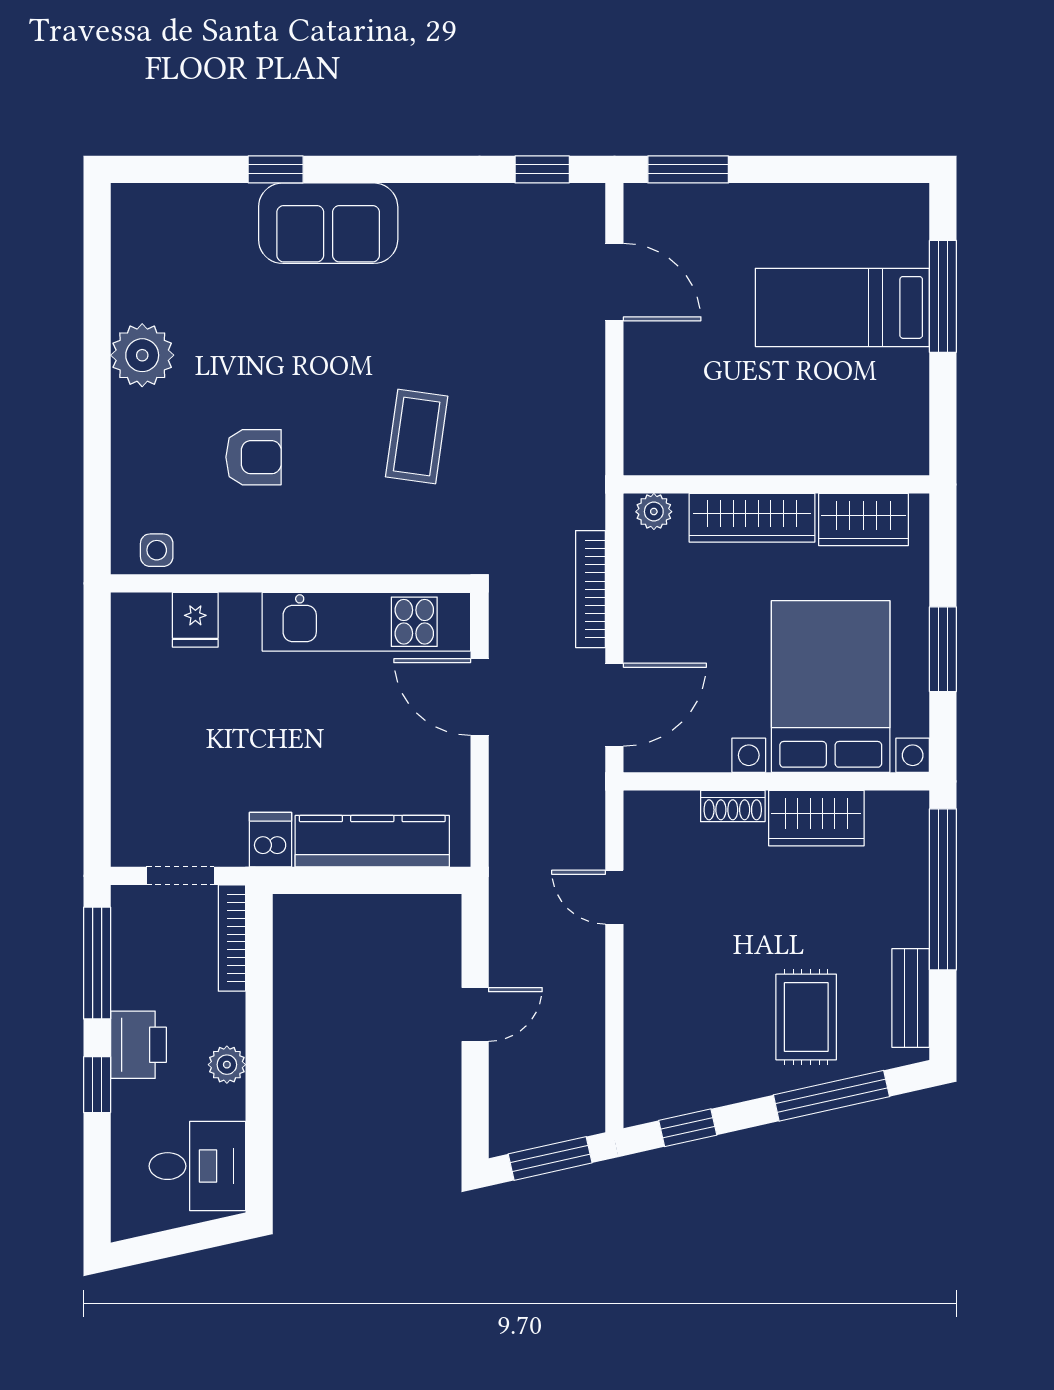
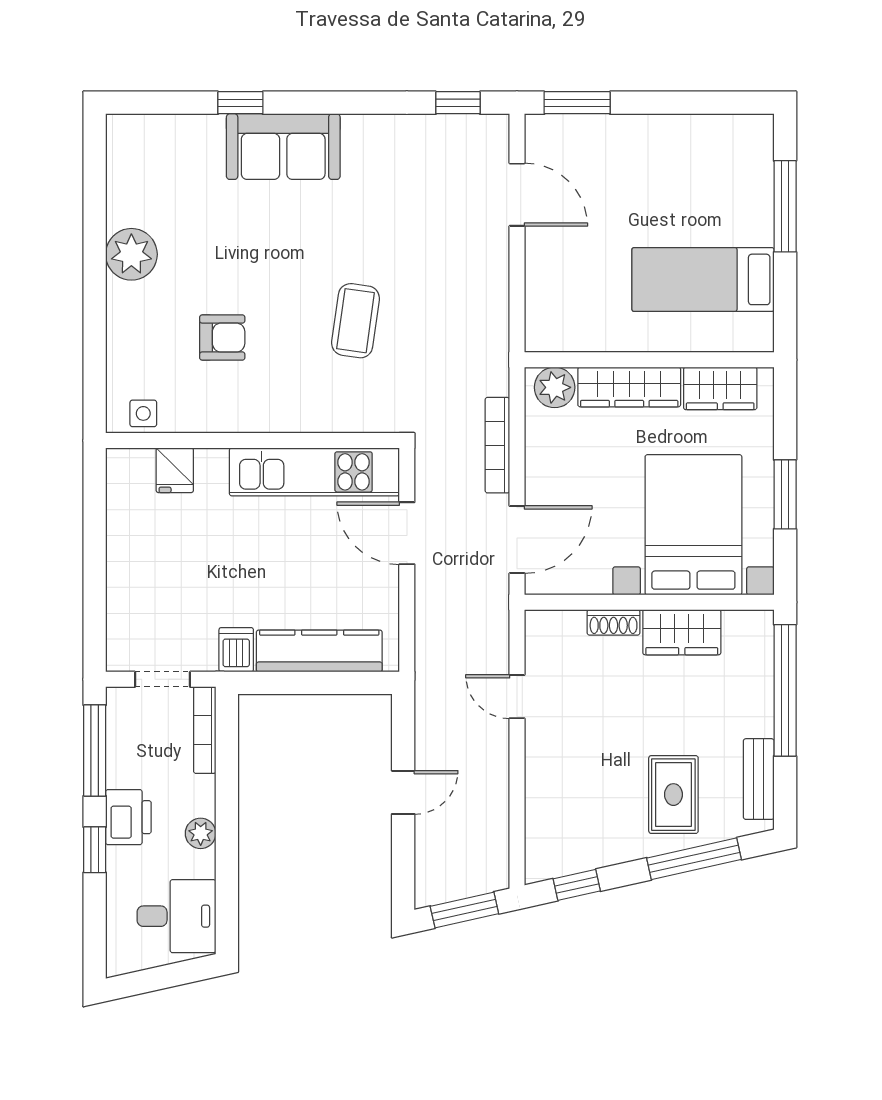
bed: (842, 307) -> (703, 279), moved
plant: (654, 512) -> (555, 387), width x1.38, depth x1.38

